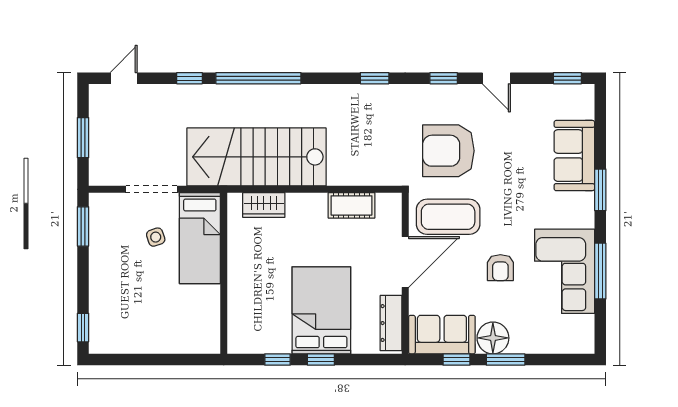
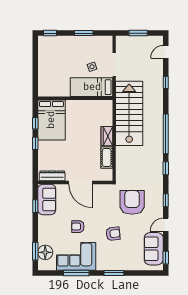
door: (124, 78) -> (166, 52), swing flipped
window: (258, 78) -> (166, 134), moved
sofa: (574, 156) -> (154, 249), moved, turned -90
armchair: (516, 192) -> (113, 234), added
wardrobe: (264, 205) -> (107, 136), moved
coffee table: (448, 217) -> (101, 202), removed
window: (83, 226) -> (84, 33), moved
bed: (321, 310) -> (51, 120), moved, turned 90
floor lamp: (493, 338) -> (45, 252), moved
window: (506, 360) -> (35, 251), moved

